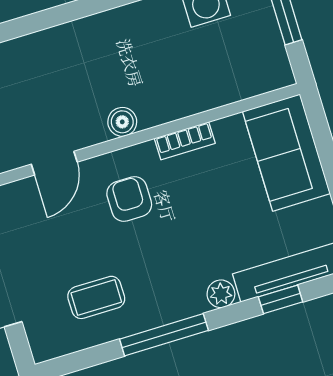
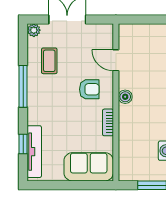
plant: (221, 294) -> (34, 30), moved

